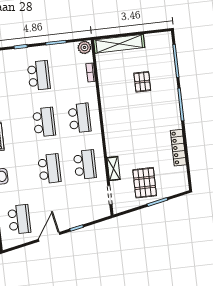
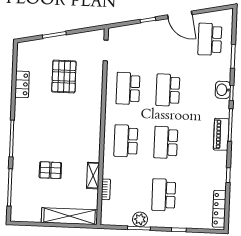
plant: (84, 47) -> (140, 219), moved
pallet: (142, 82) -> (50, 170), turned 90
locker: (178, 148) -> (22, 84), width x0.66
shelving: (114, 169) -> (93, 176), moved
pallet: (145, 183) -> (64, 76), moved
door: (49, 237) -> (180, 15), hinge flipped

